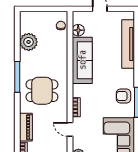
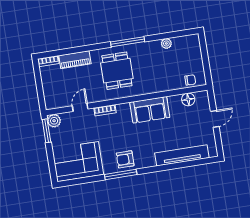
plant: (29, 42) -> (166, 43), width x0.53, depth x0.53
sofa: (82, 60) -> (150, 110), width x0.73
armchair: (124, 96) -> (125, 159), turned -90

